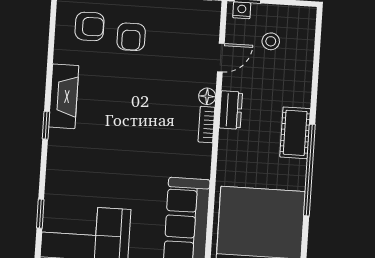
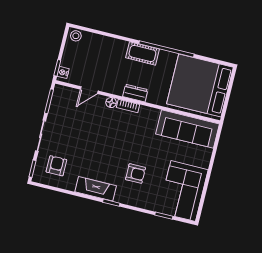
armchair: (131, 37) -> (135, 174), moved
stool: (271, 41) -> (76, 36), moved
door: (221, 58) -> (89, 90), swing flipped
dresser: (231, 110) -> (135, 93), moved

